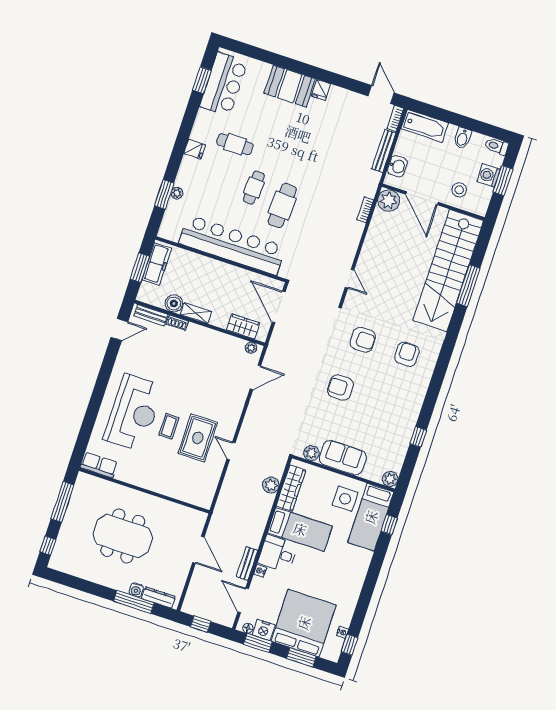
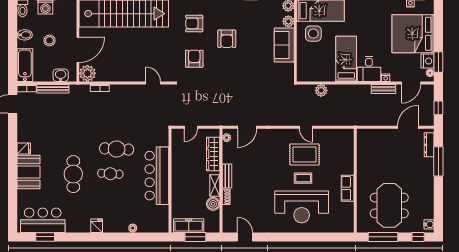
cafe table: (235, 144) -> (73, 174), moved, width x1.37, depth x1.35
stool: (459, 190) -> (49, 40), moved
window: (164, 194) -> (137, 237), removed
bar counter: (232, 245) -> (157, 176), width x0.73
door: (349, 279) -> (153, 83), hinge flipped
door: (279, 307) -> (191, 127), width x0.53
bench: (151, 315) -> (227, 176), moved
wardrobe: (243, 326) -> (213, 154), width x1.50
door: (255, 377) -> (247, 127), swing flipped
armchair: (340, 387) -> (227, 39), moved
reception desk: (134, 413) -> (302, 207), turned 180
door: (231, 451) -> (306, 127), hinge flipped
plant: (311, 453) -> (288, 21), moved
row of seats: (99, 465) -> (348, 188), moved
wardrobe: (291, 488) -> (319, 75), removed
meeting table: (123, 536) -> (389, 205), moved
door: (198, 550) -> (408, 127), moved
water cooler: (136, 590) -> (429, 224), moved
window: (301, 657) -> (438, 27), removed

